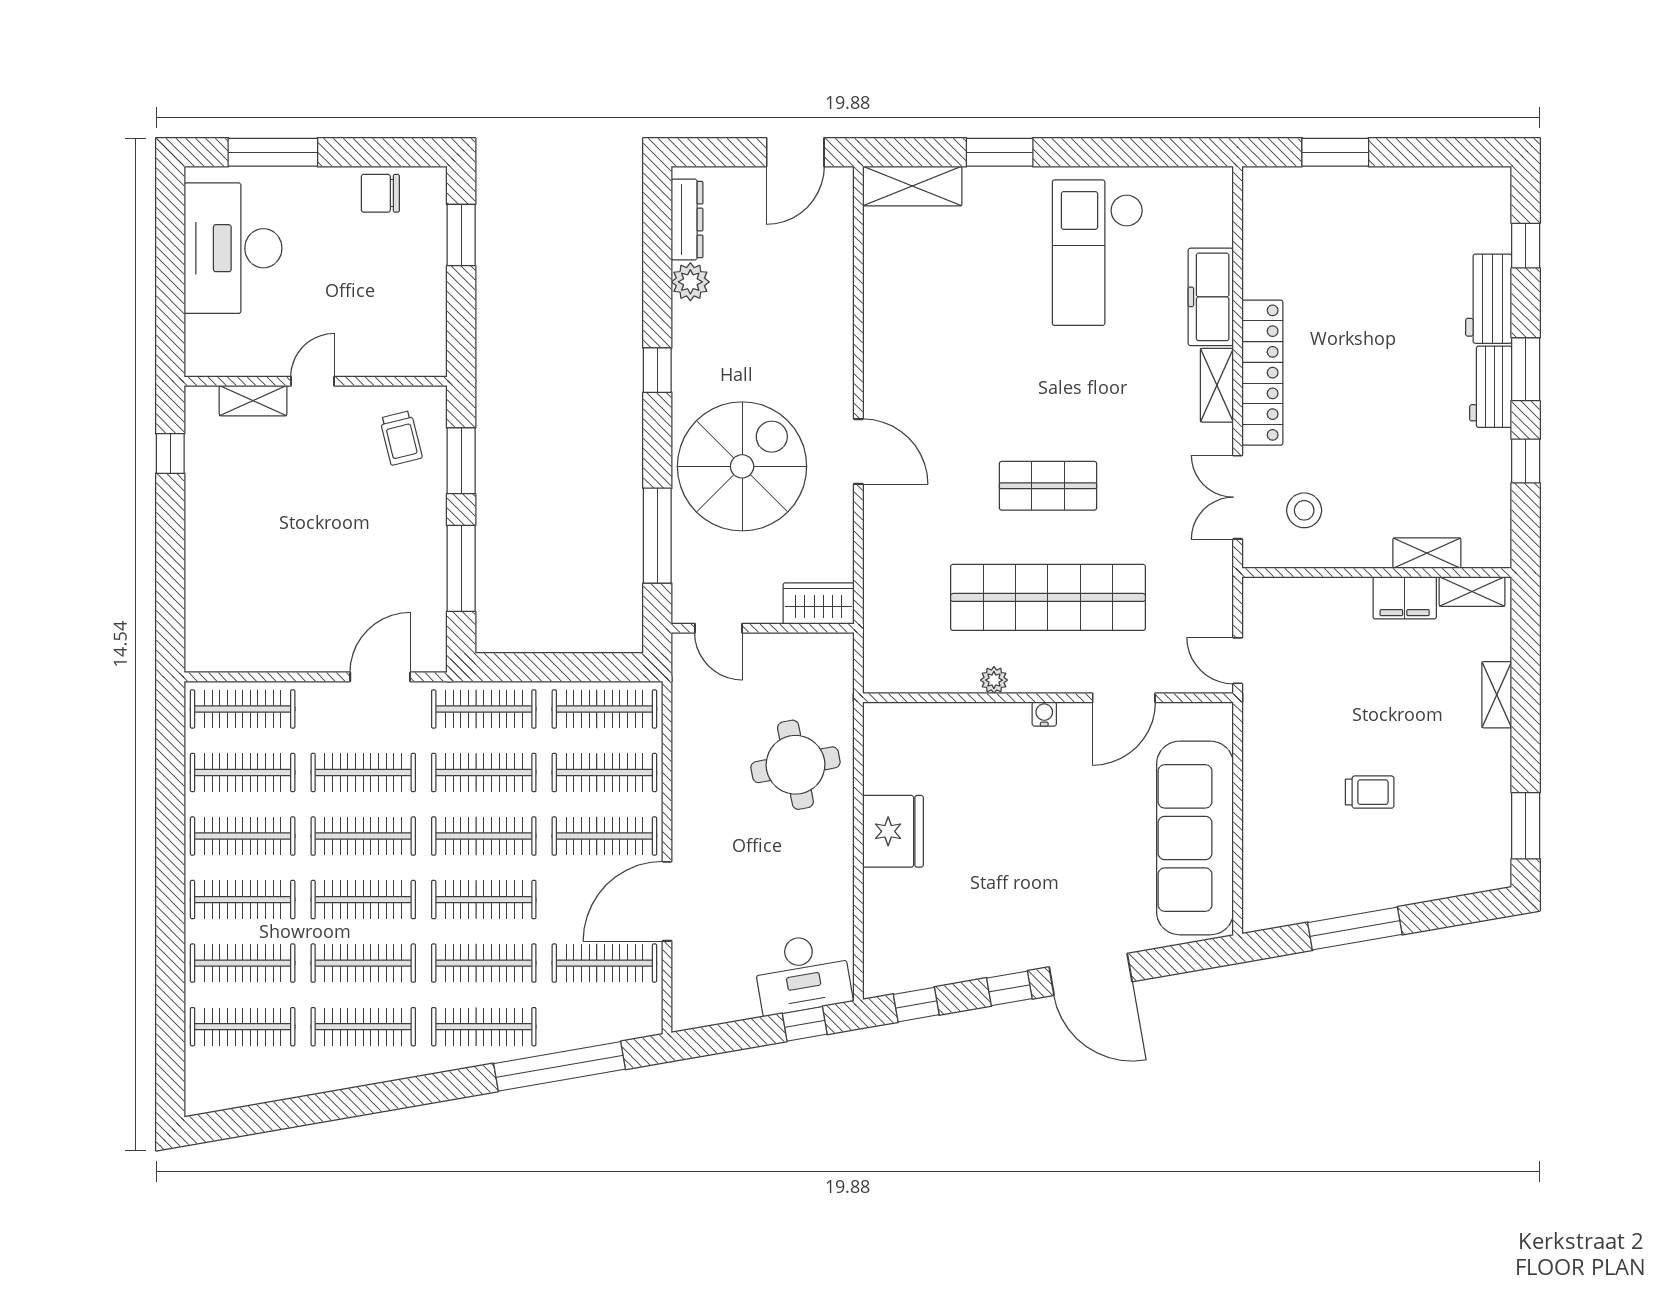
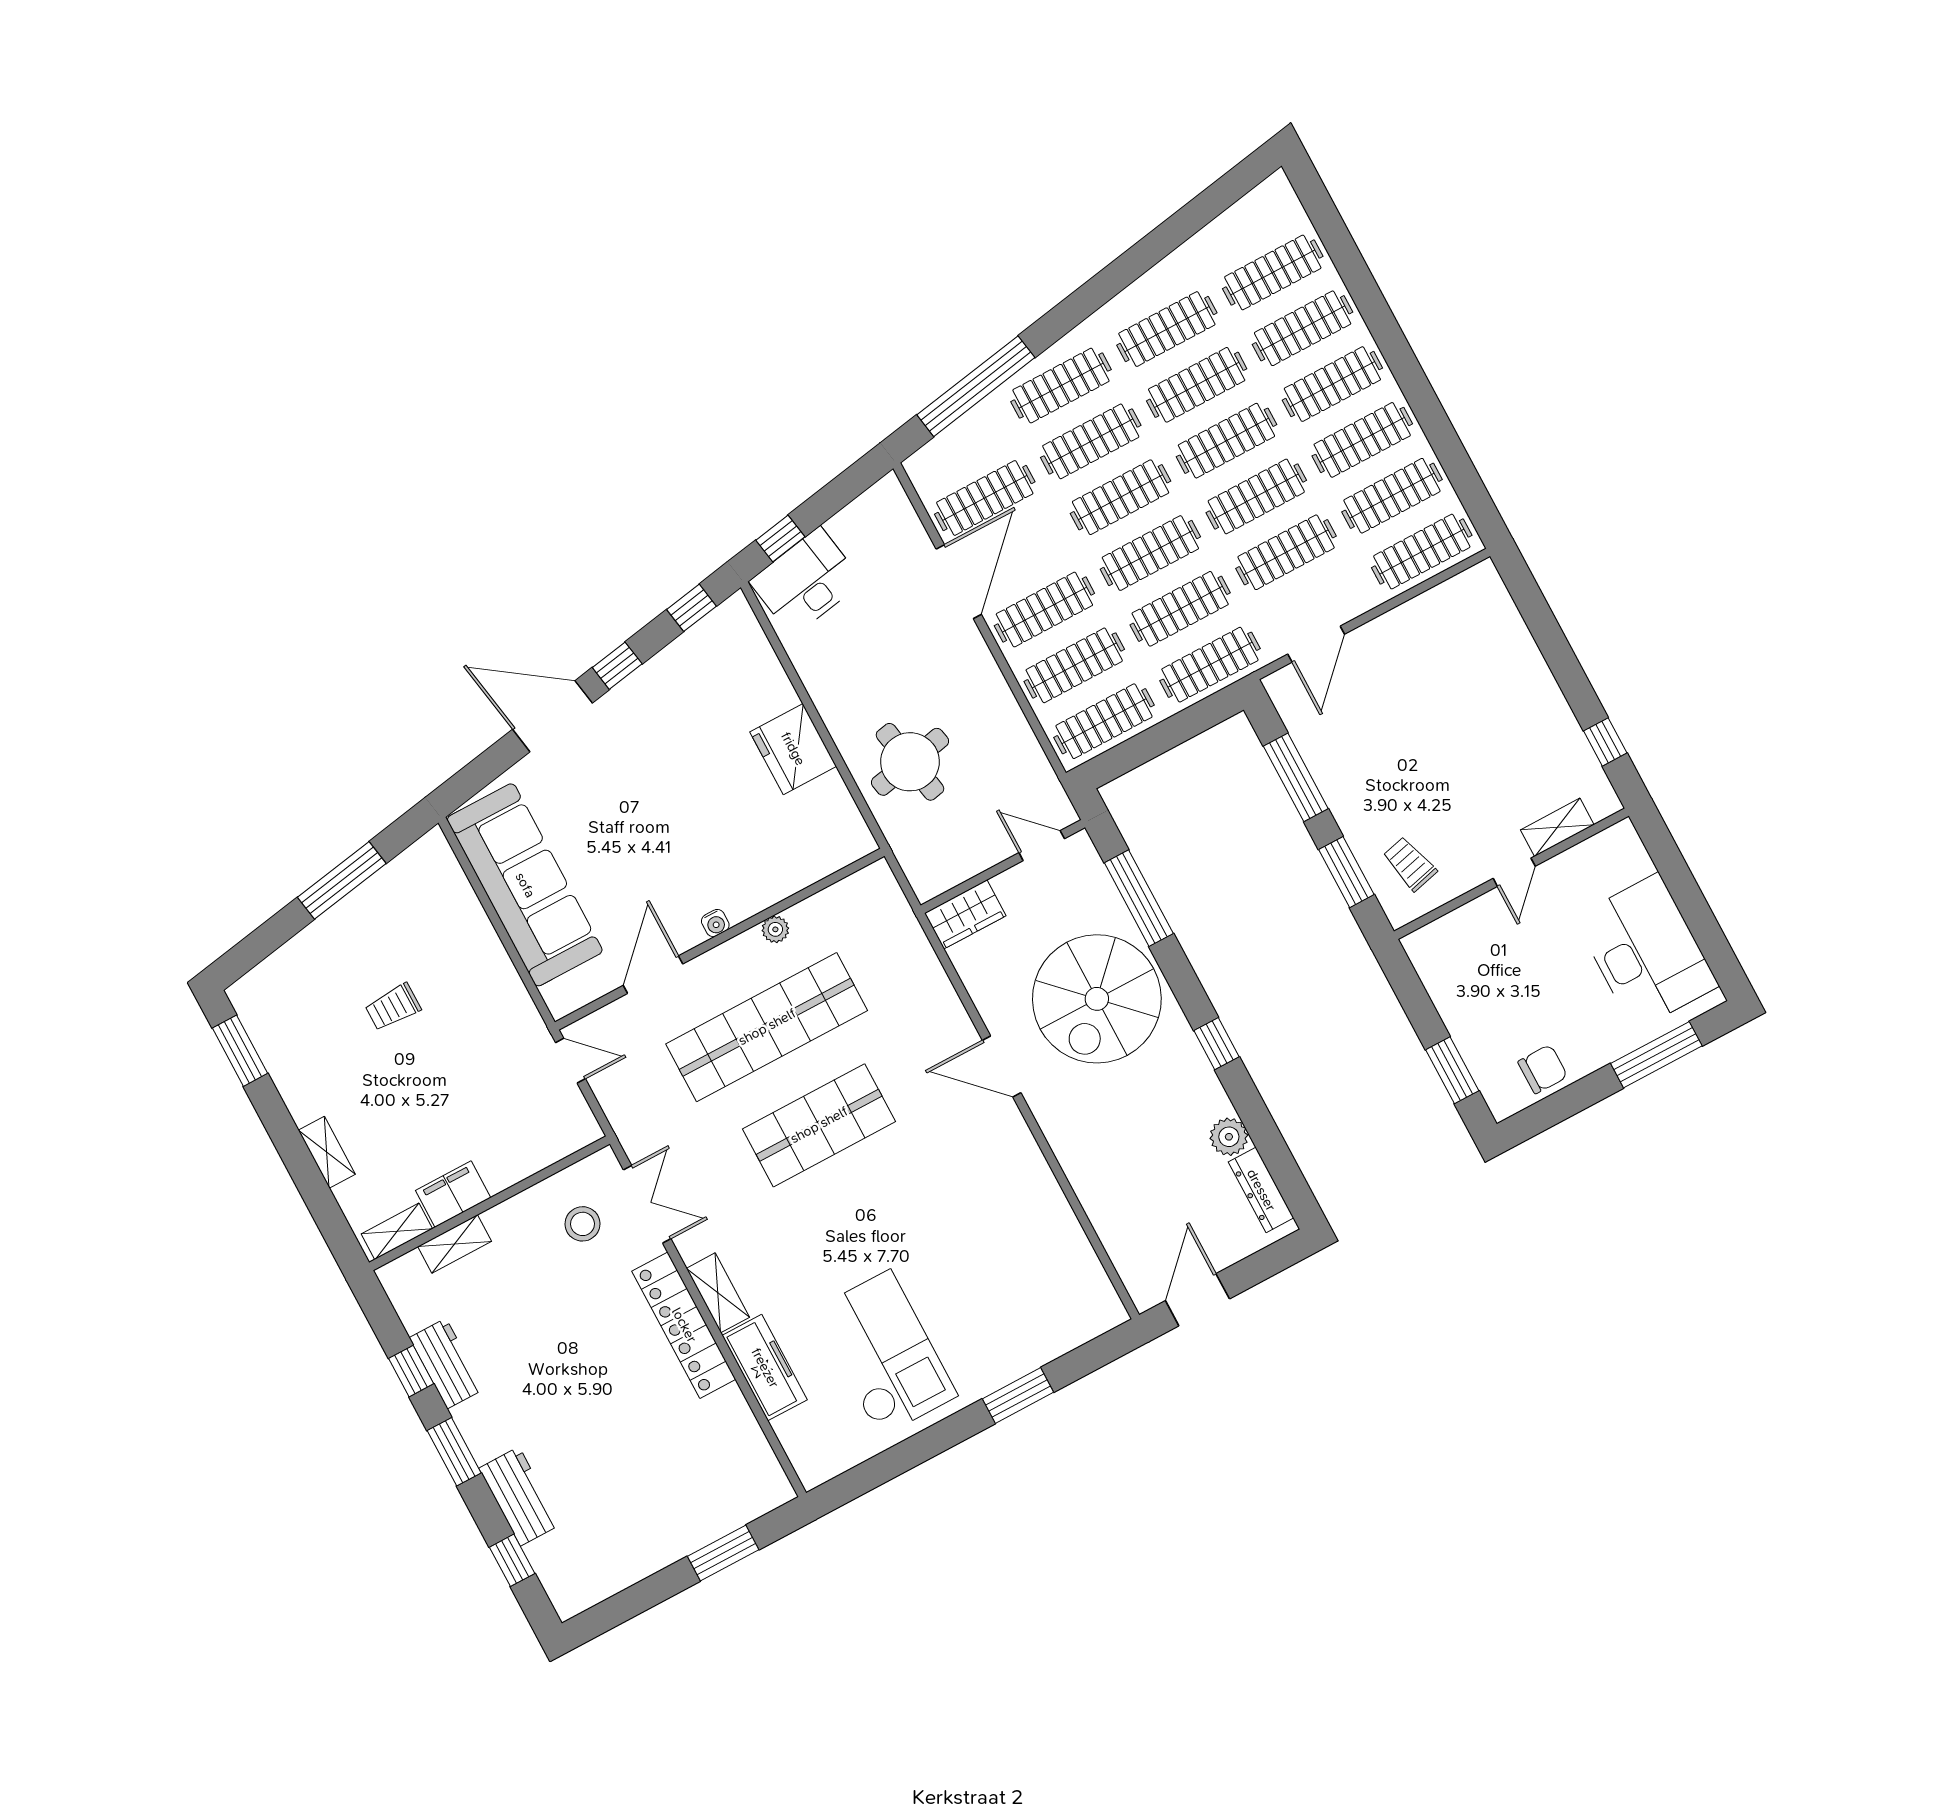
shelving: (912, 186) -> (1079, 1325), removed
workbench: (1491, 387) -> (446, 1364), moved
shop shelf: (1048, 486) -> (819, 1125), width x1.43, depth x1.36

